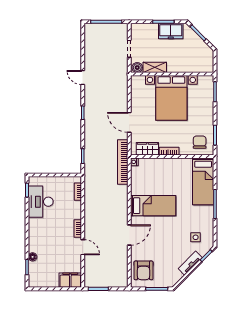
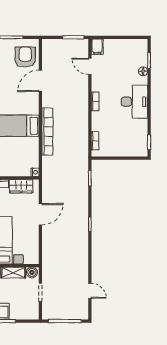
door: (83, 78) -> (90, 291), moved
door: (129, 122) -> (40, 214), hinge flipped
bookcase: (123, 162) -> (47, 132), moved
desk: (41, 202) -> (134, 102), moved
door: (129, 235) -> (40, 81), moved
door: (83, 247) -> (90, 66), moved
filing cabinet: (70, 280) -> (97, 47), width x0.50

